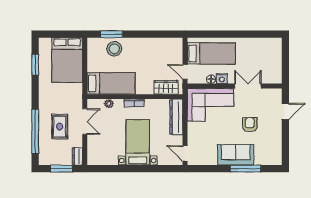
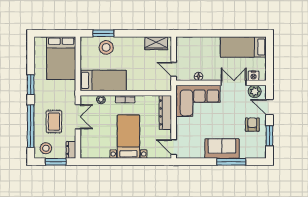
bed: (211, 53) -> (243, 47), moved, turned 180
window: (35, 65) -> (31, 85), moved
nightstand: (222, 79) -> (254, 76), moved
wardrobe: (166, 87) -> (156, 43), moved, turned 180
plant: (270, 95) -> (255, 91), added
door: (285, 111) -> (269, 107), swing flipped
armchair: (250, 125) -> (252, 125), moved
window: (285, 141) -> (269, 136), added
stool: (51, 154) -> (46, 148), added

